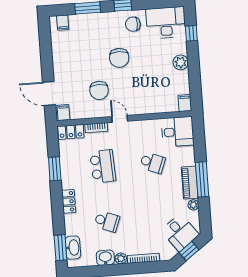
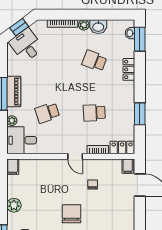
chair: (99, 90) -> (93, 184), width x0.54, depth x0.54
school desk: (152, 163) -> (47, 113), turned -39
school desk: (103, 166) -> (94, 113), width x0.54
locker: (69, 201) -> (129, 69), moved
plant: (193, 205) -> (12, 121), moved
washbasin: (73, 248) -> (130, 33), width x0.52, depth x0.69

